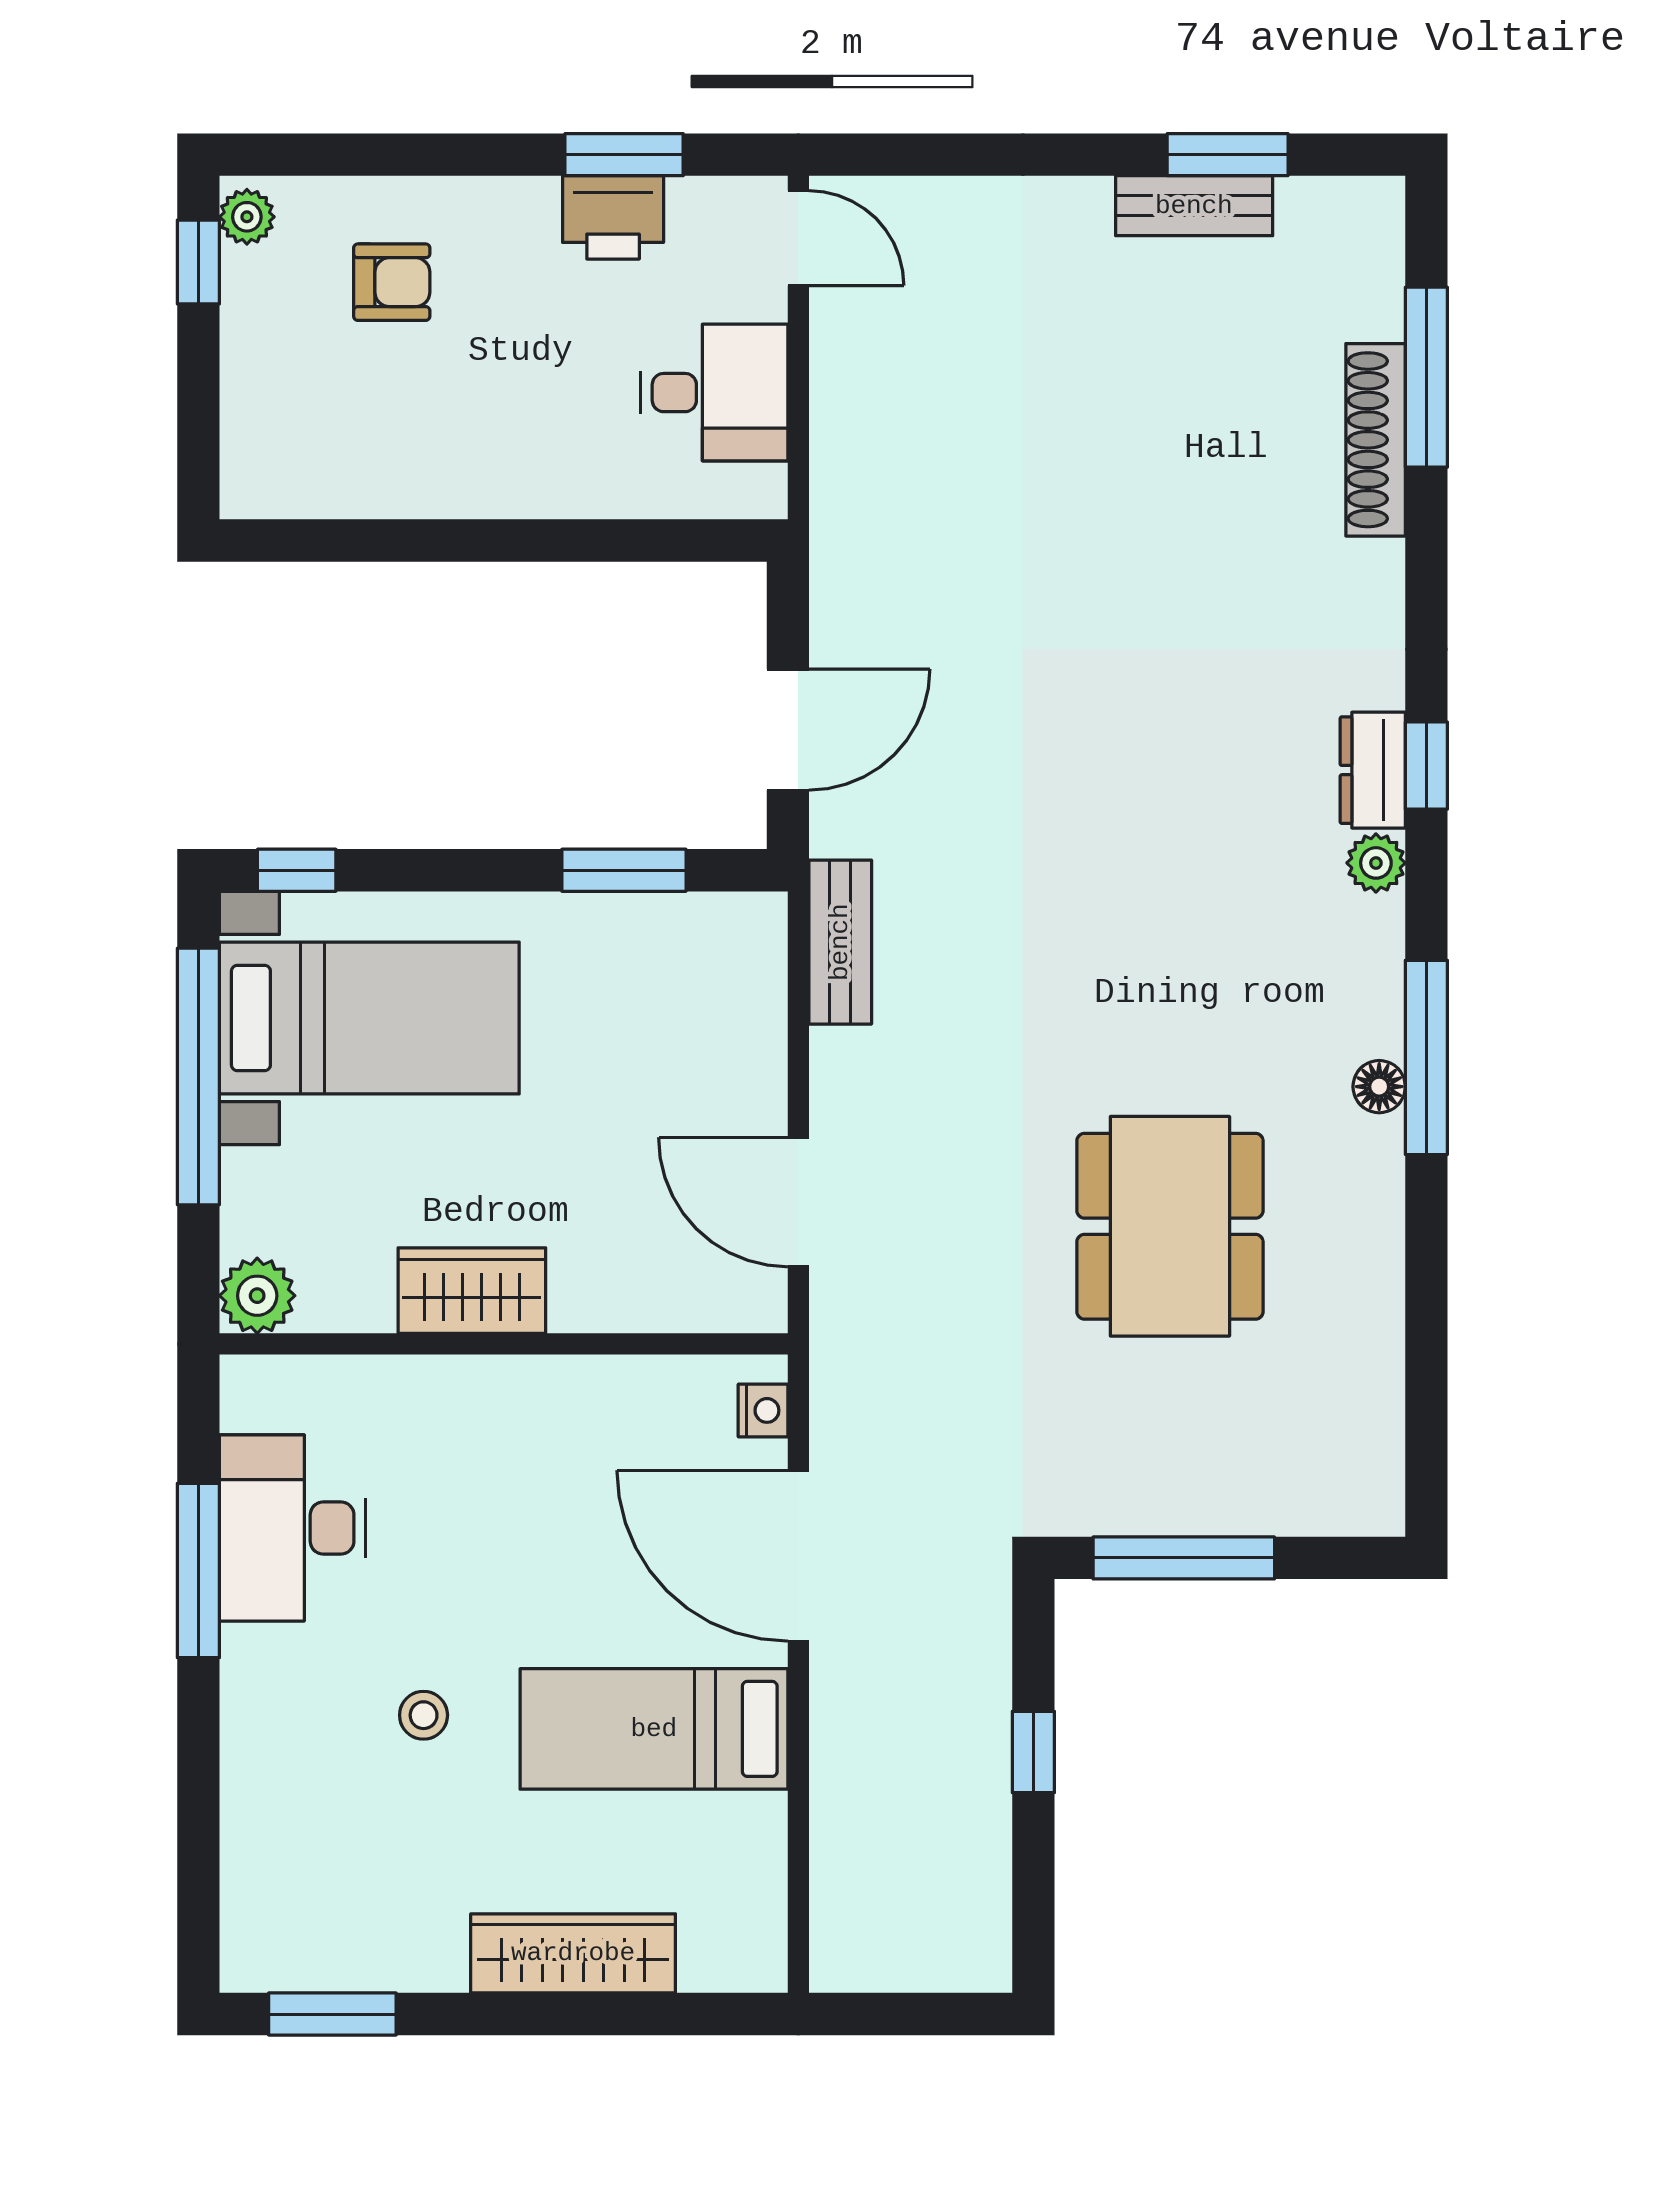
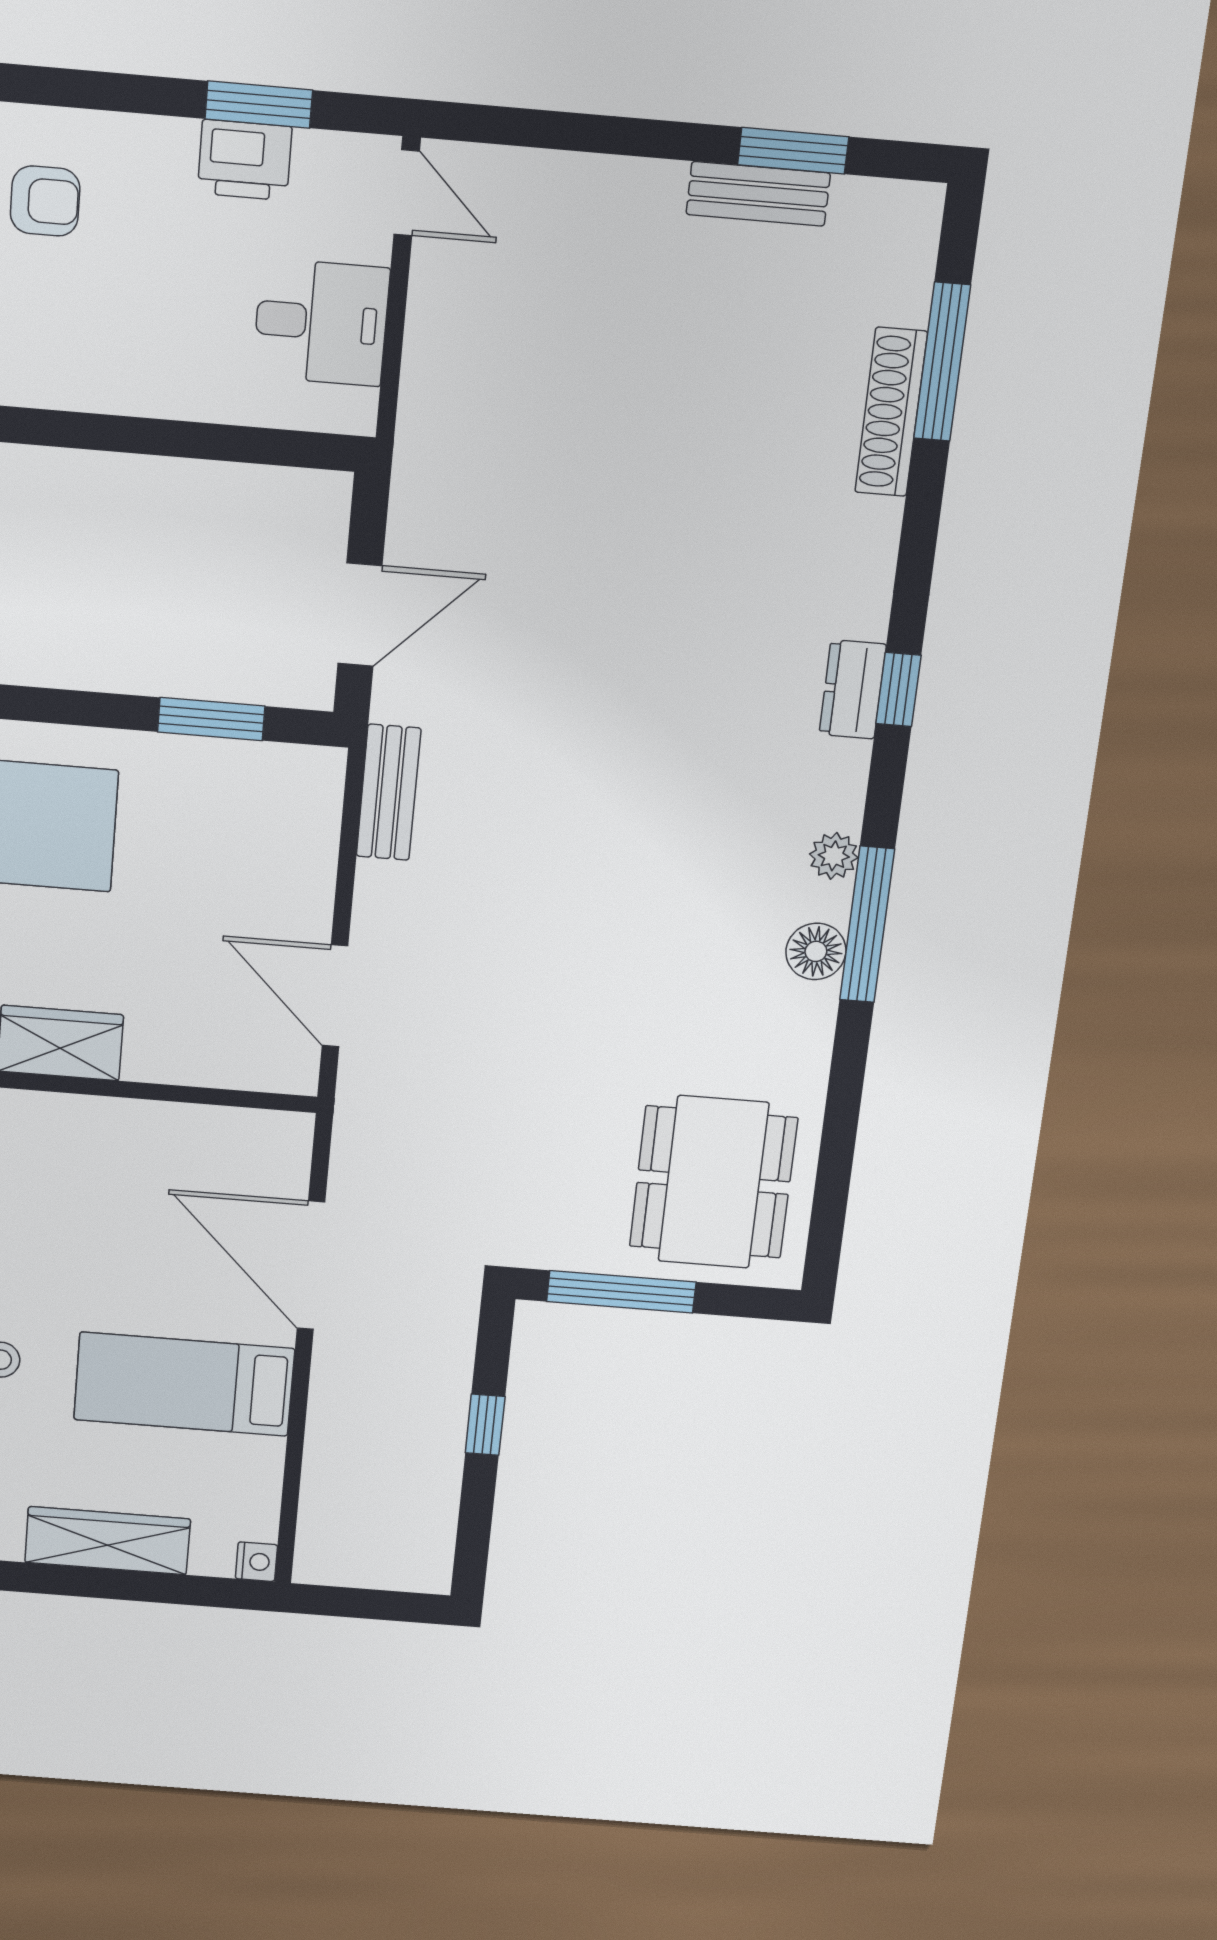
plant: (1376, 863) -> (834, 856), moved
floor lamp: (1379, 1087) -> (816, 951), width x1.37, depth x1.37
dining table: (1170, 1226) -> (713, 1182), moved
nightstand: (763, 1410) -> (256, 1562), moved

